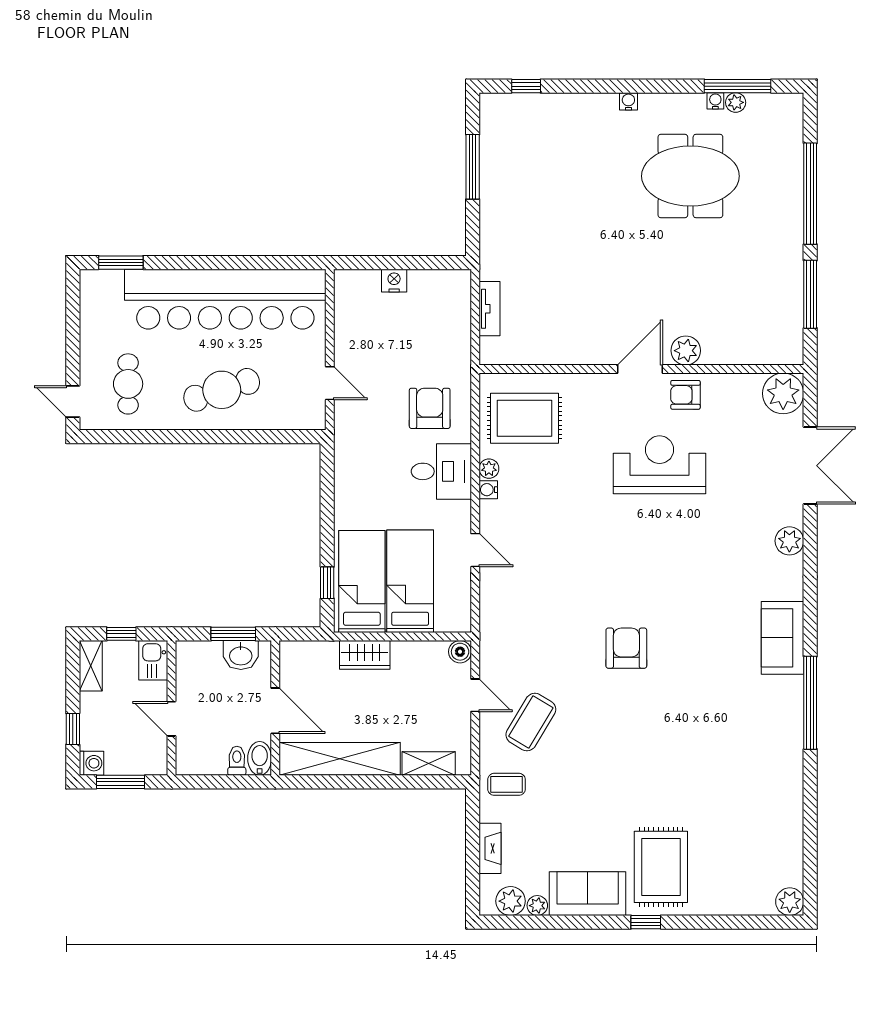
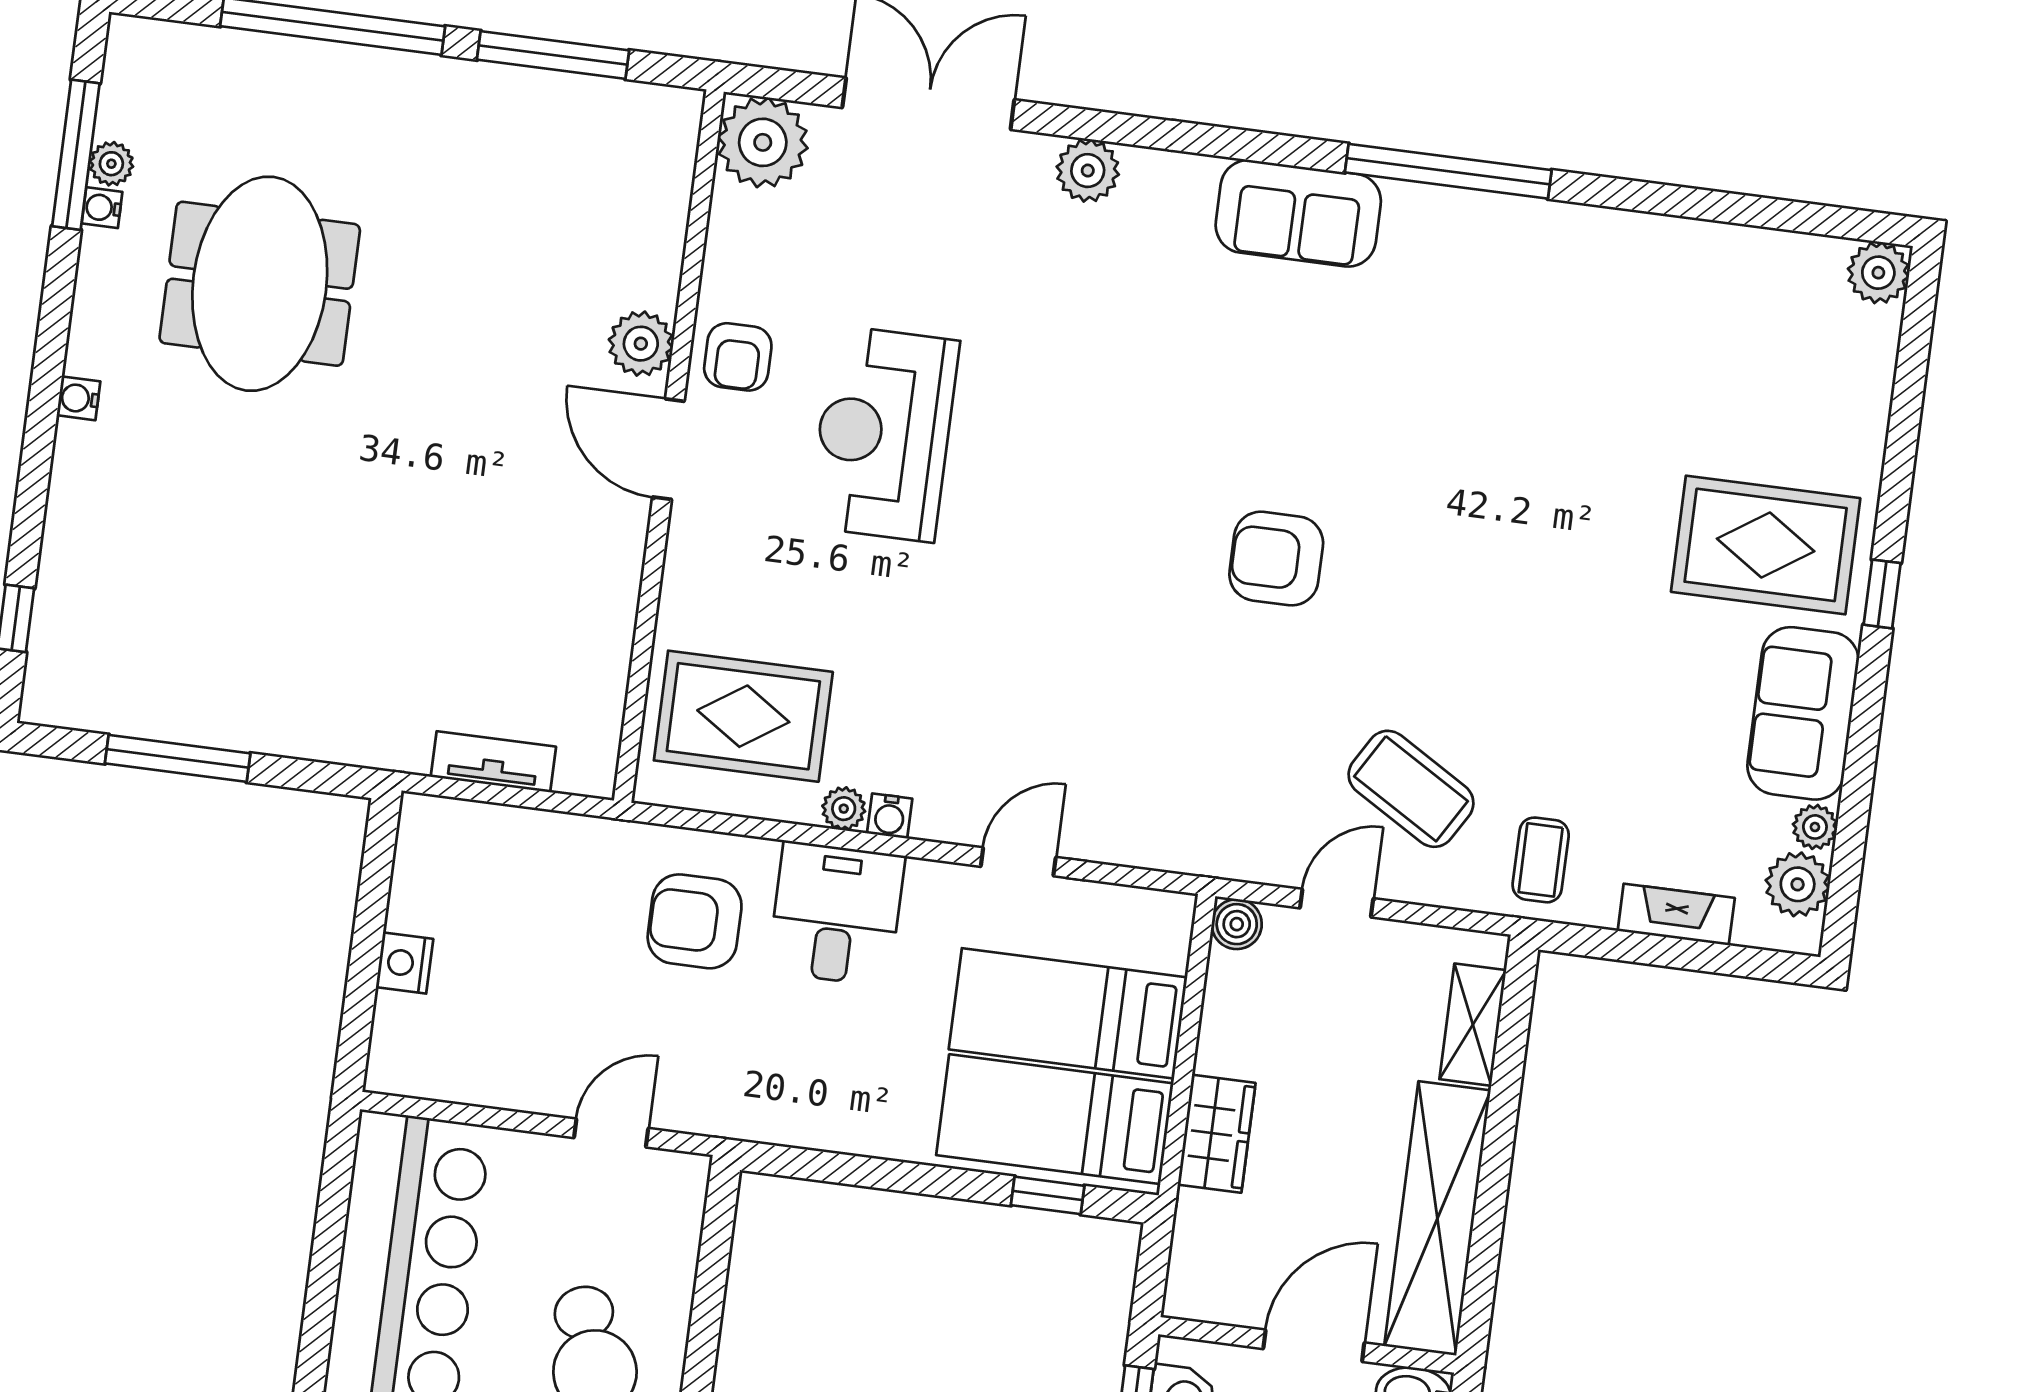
rug: (525, 418) -> (743, 716), turned 90

